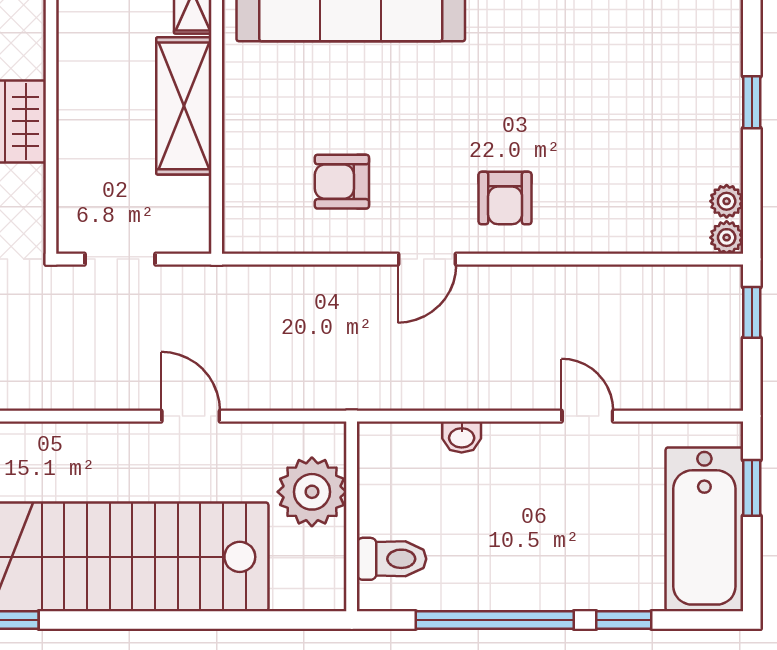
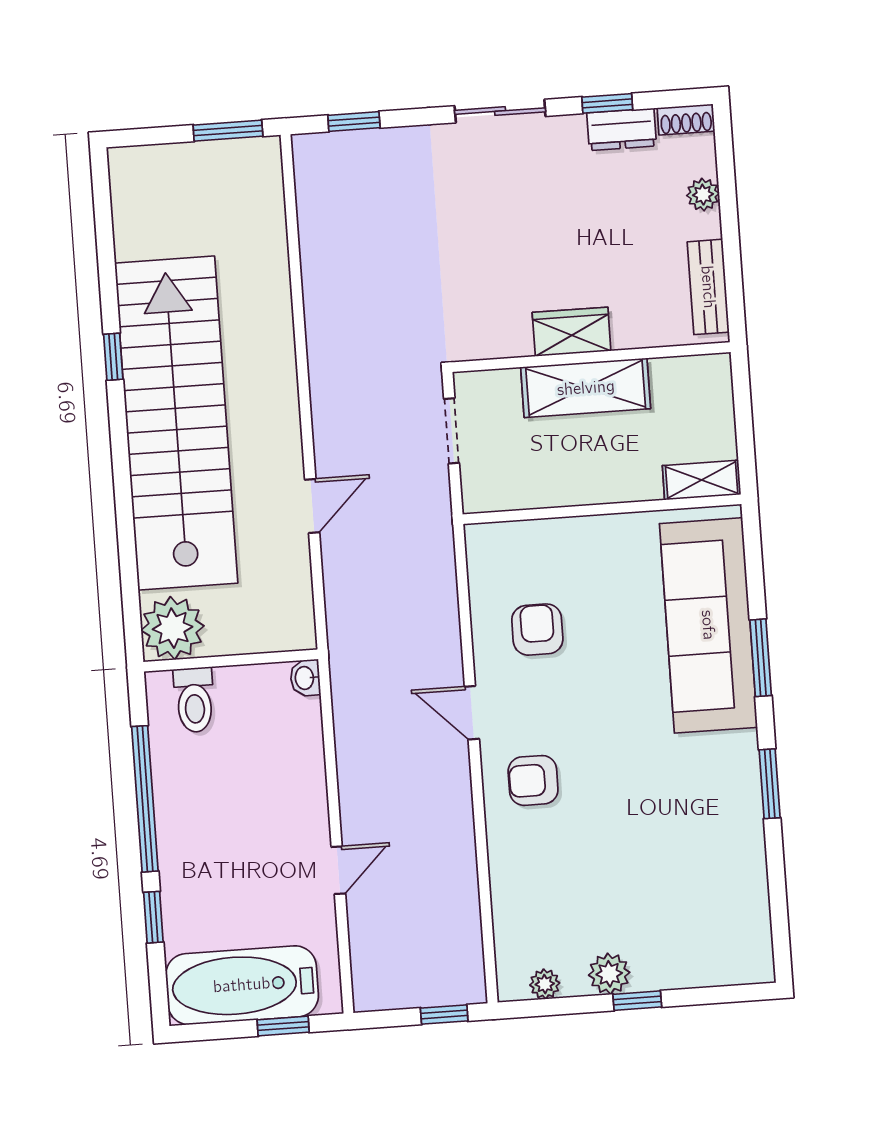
shelving: (184, 106) -> (586, 388), moved
plant: (727, 238) -> (609, 974), moved, width x1.38, depth x1.38
washbasin: (462, 437) -> (305, 678), moved
plant: (312, 492) -> (173, 628), moved

